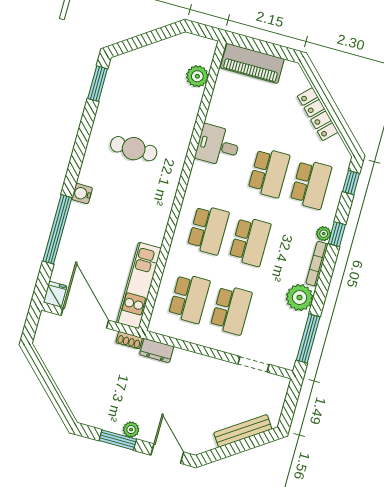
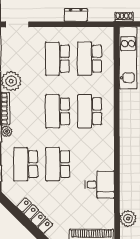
desk: (218, 146) -> (100, 185), moved
dresser: (157, 351) -> (76, 15), moved
doorway: (254, 364) -> (17, 24), moved

